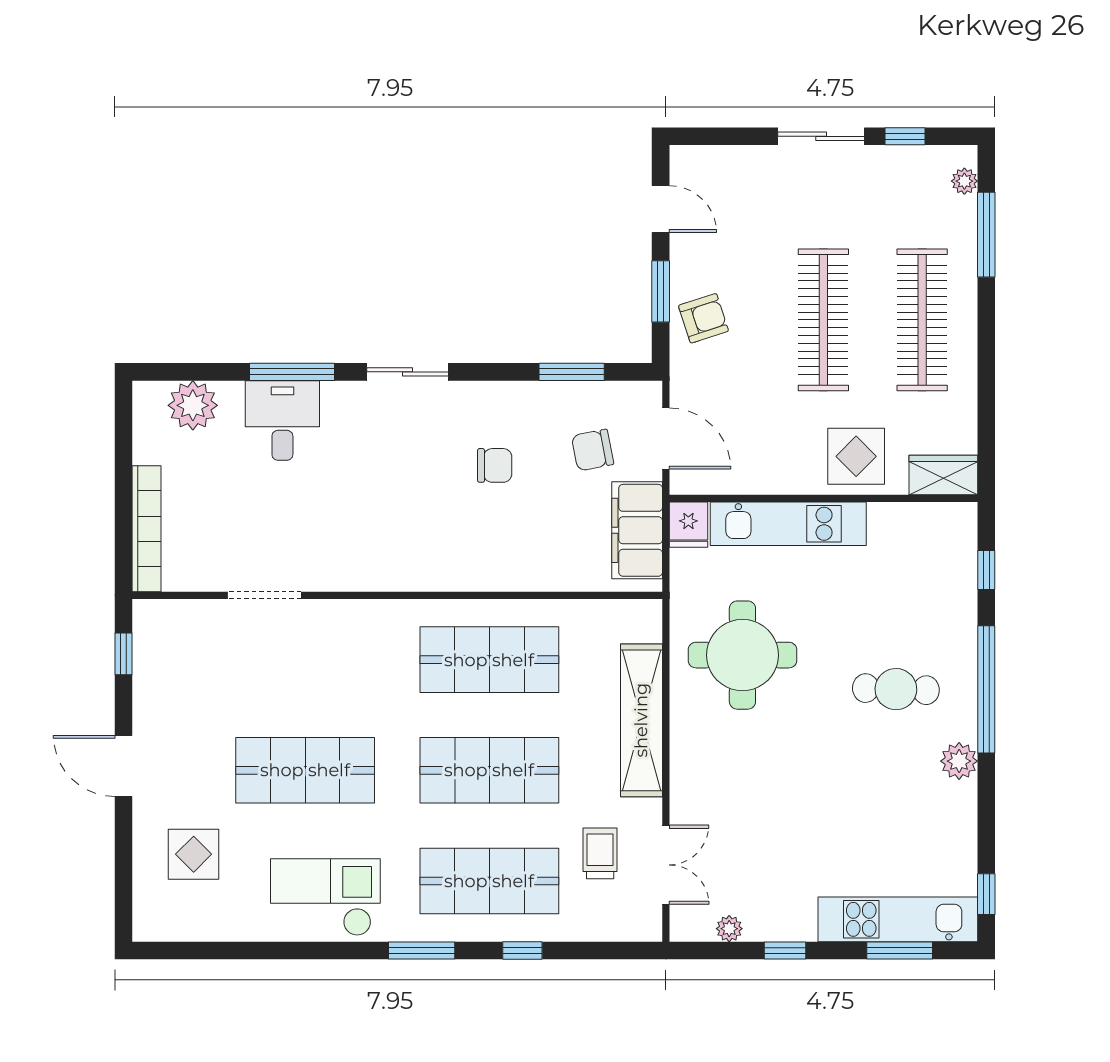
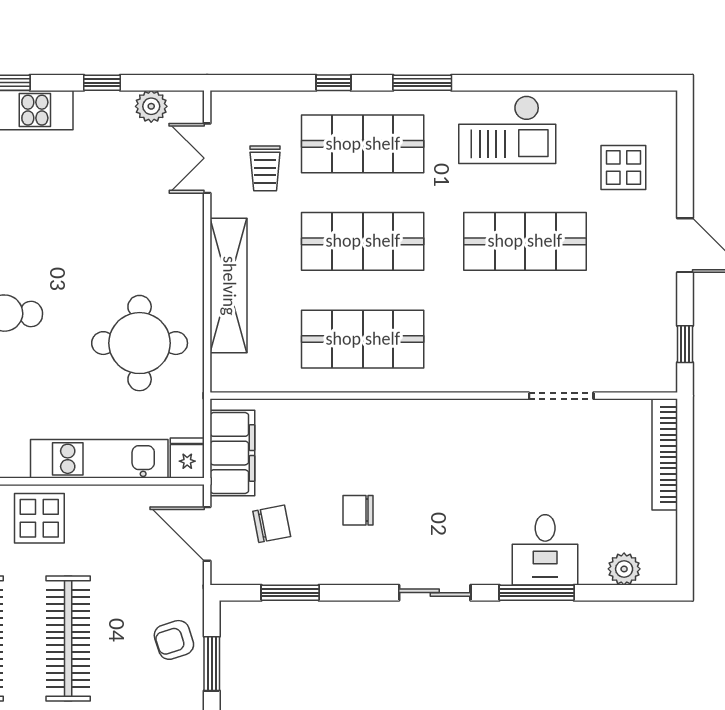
plant: (193, 405) -> (624, 569), width x0.73, depth x0.73
plant: (729, 929) -> (151, 106), width x1.38, depth x1.38

